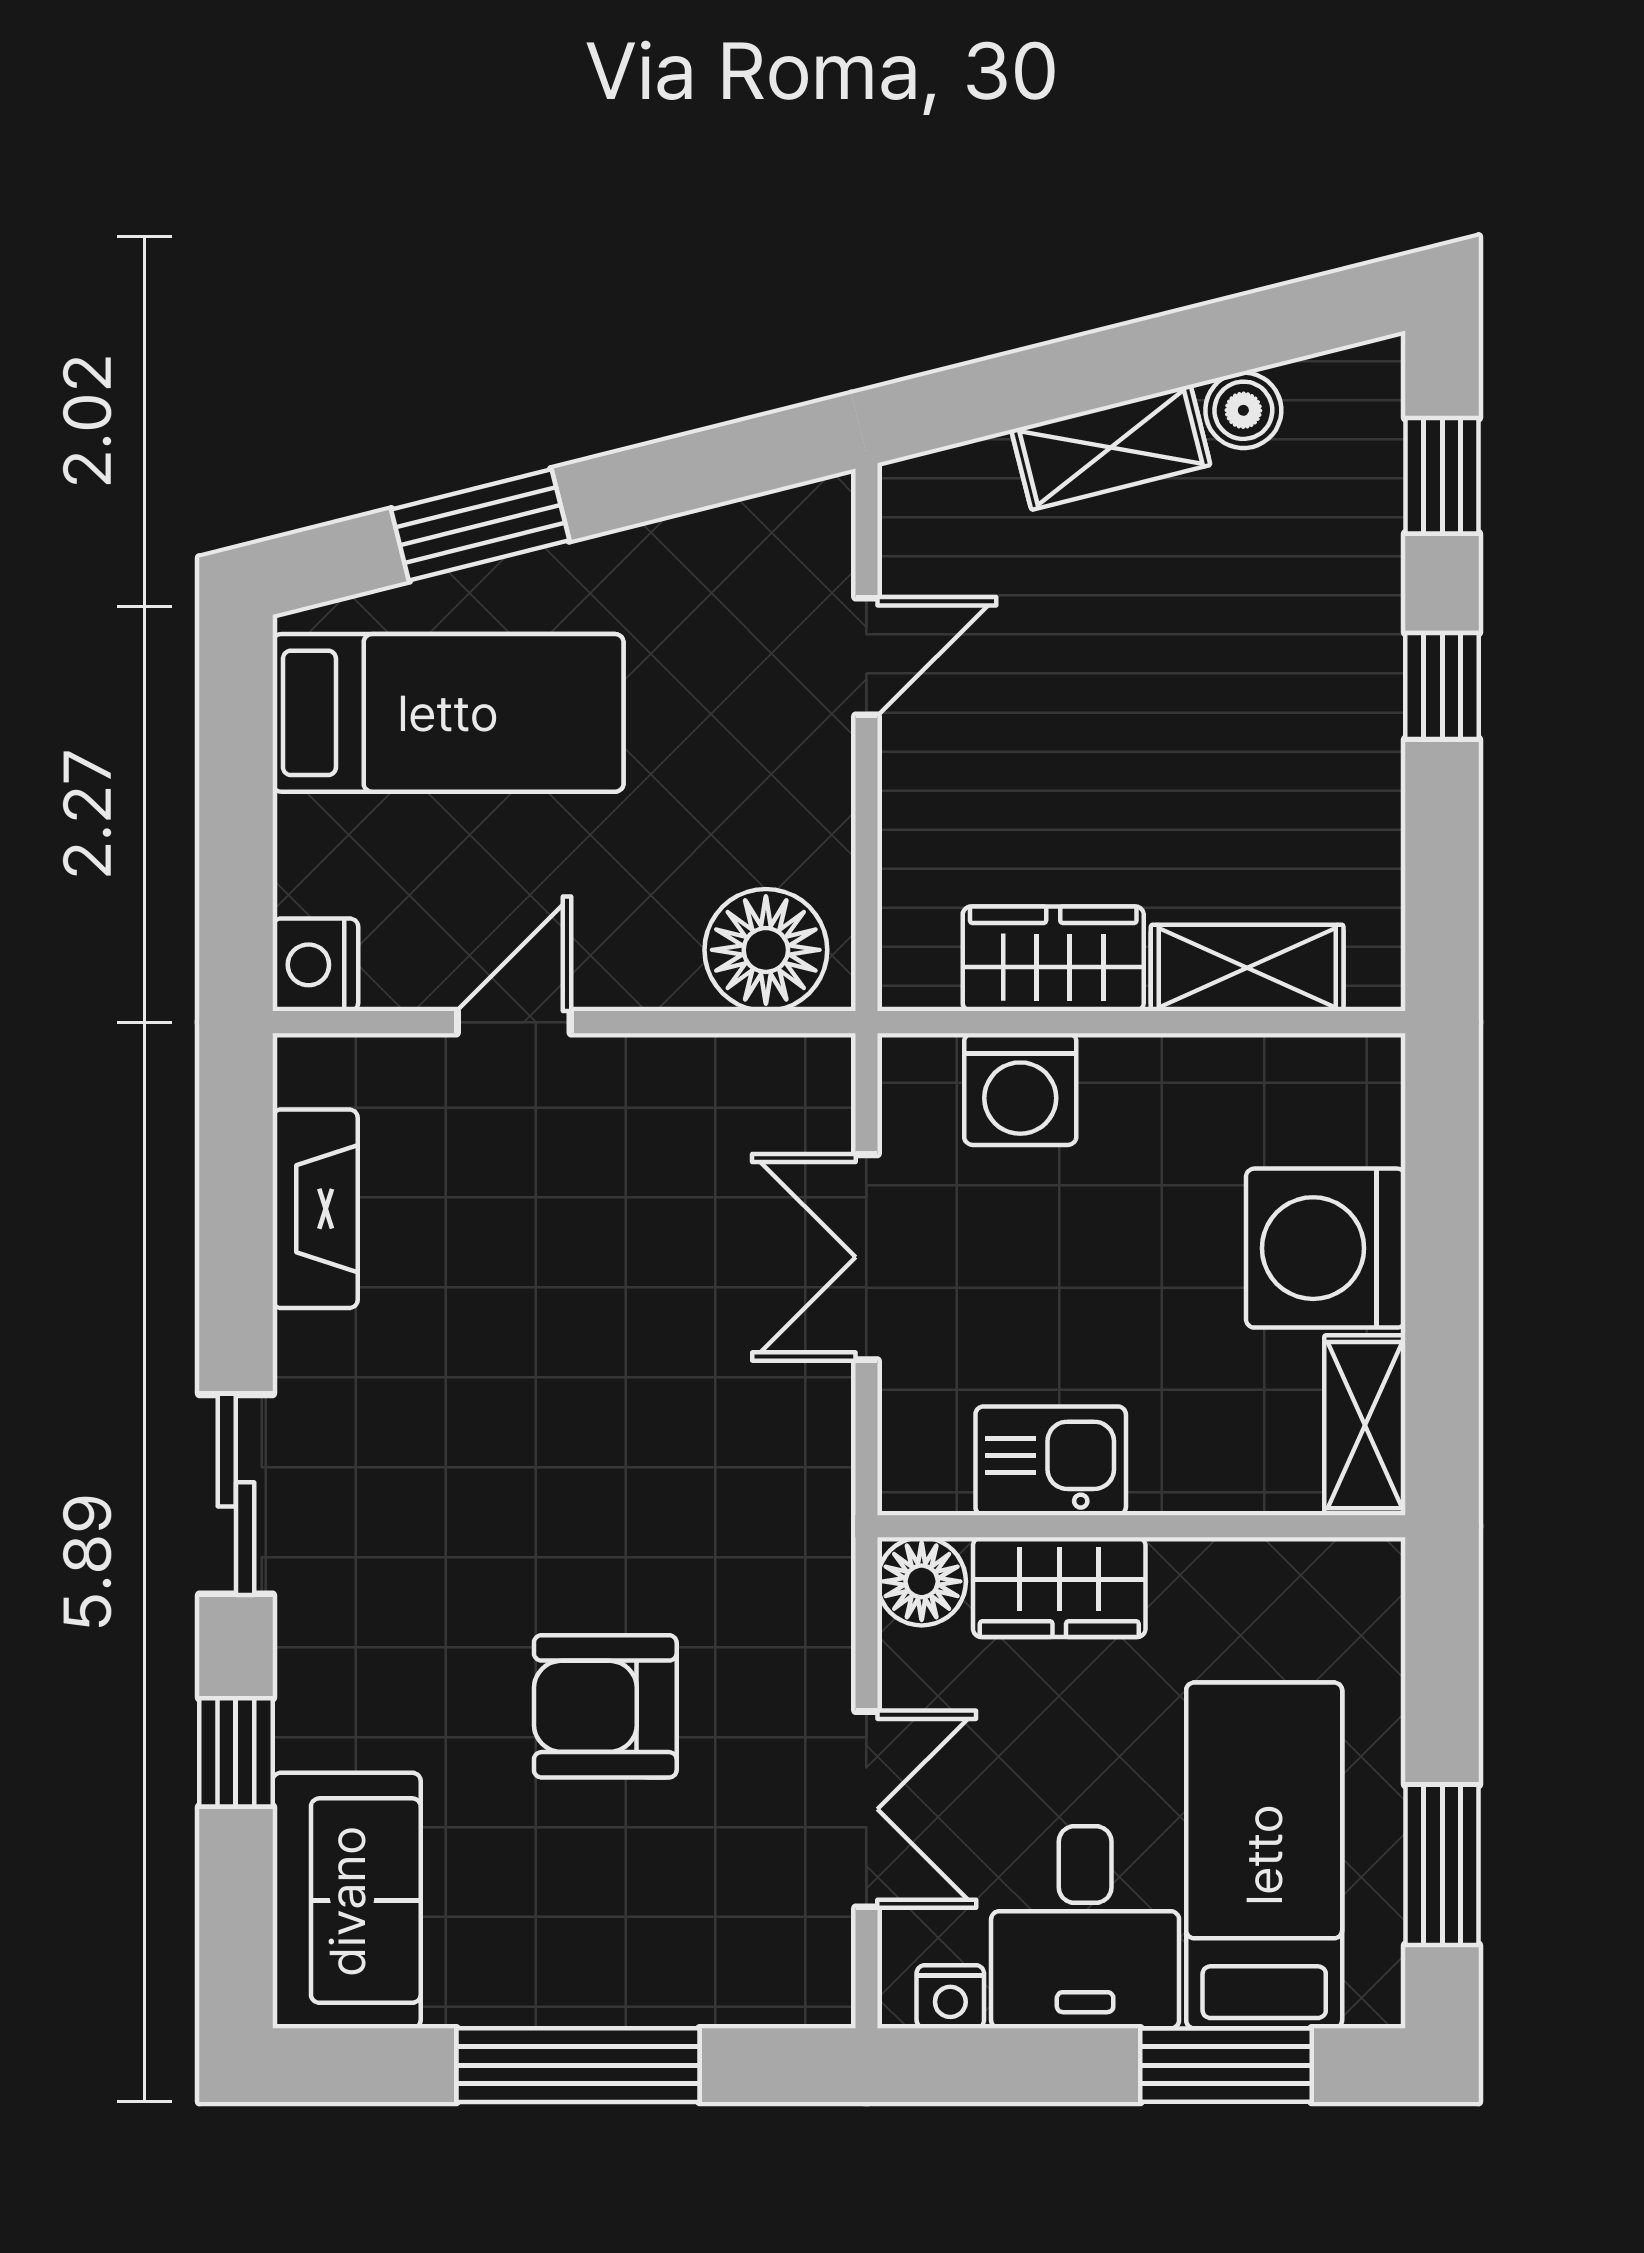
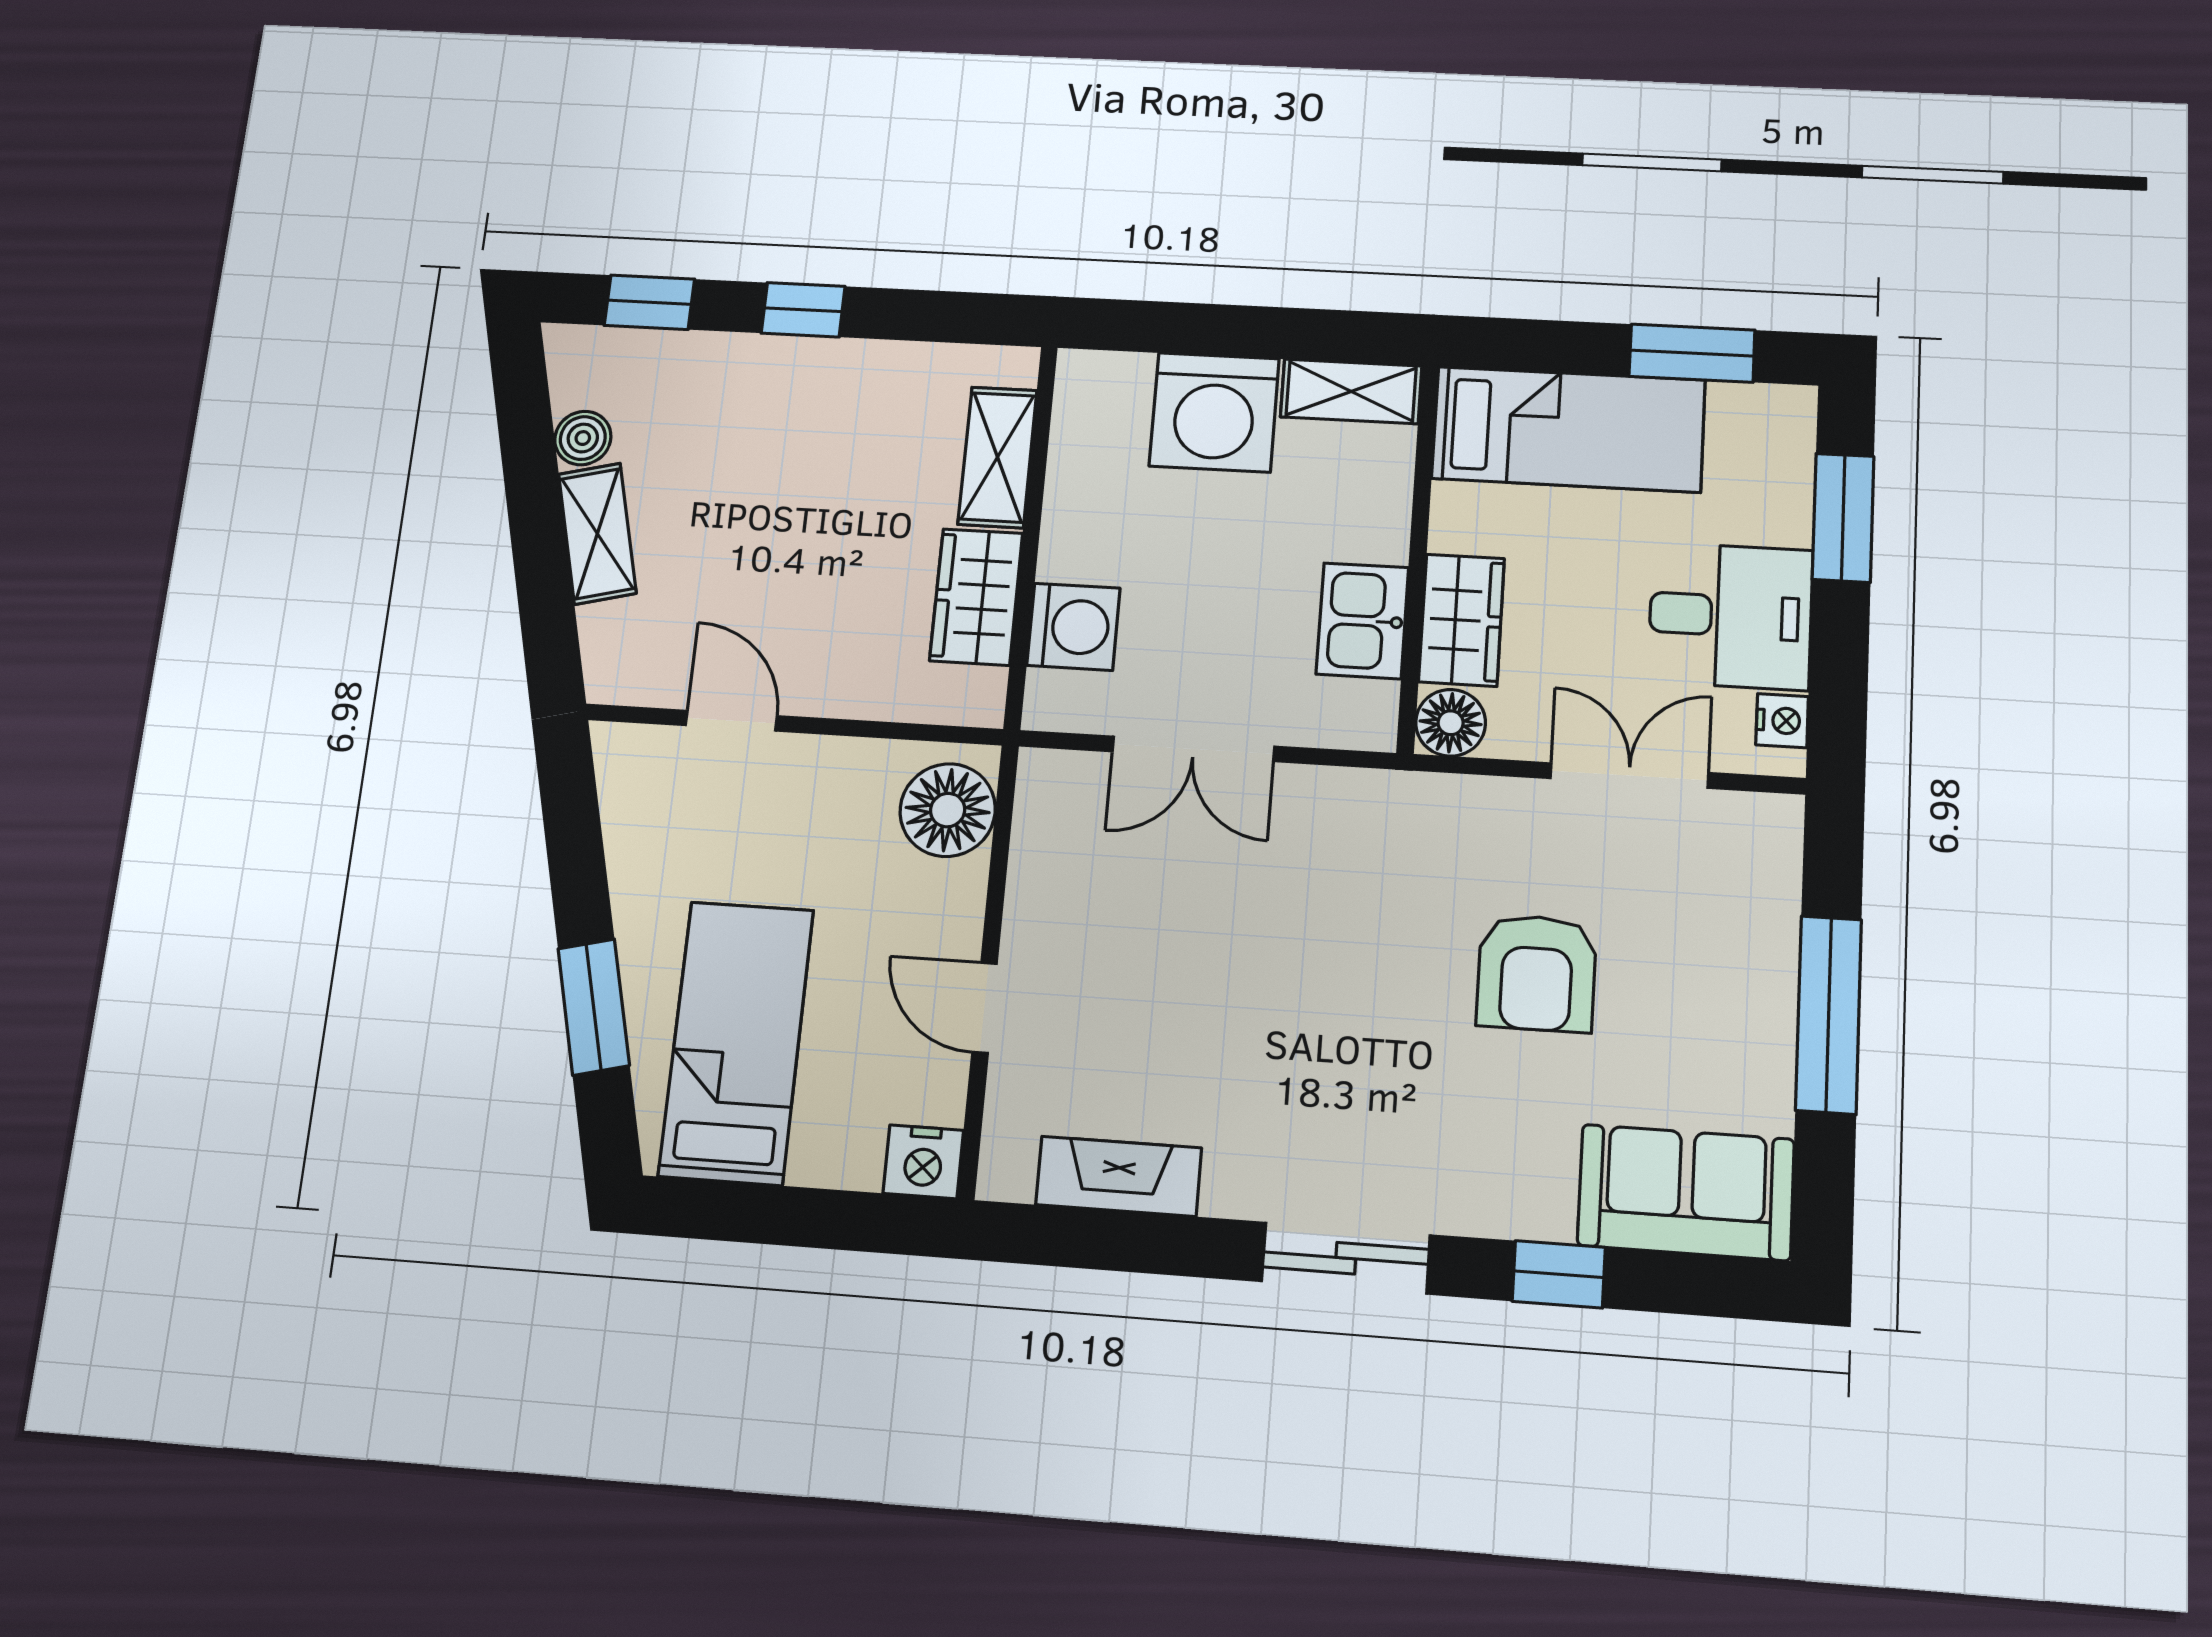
bed: (1264, 1855) -> (1568, 429), moved, turned 180

